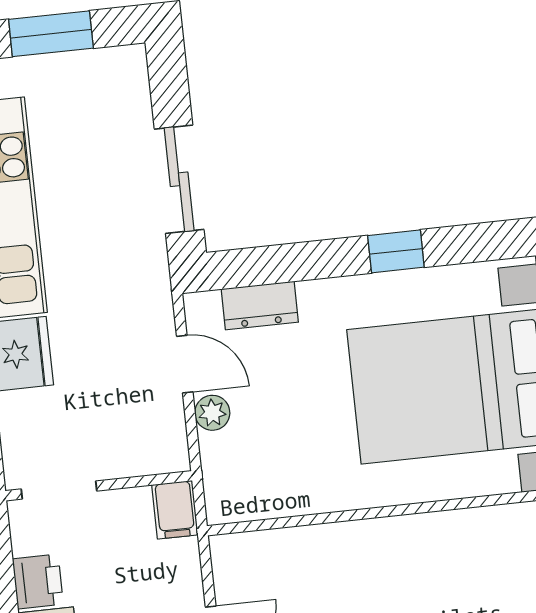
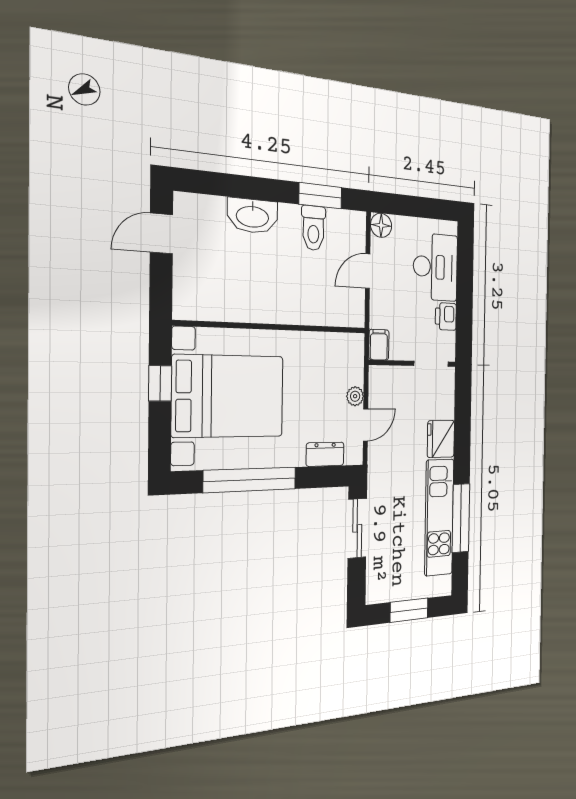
window: (396, 251) -> (250, 480), width x3.17
door: (185, 364) -> (366, 425), swing flipped

